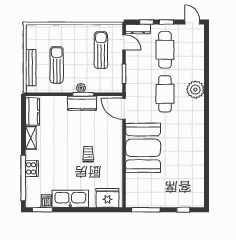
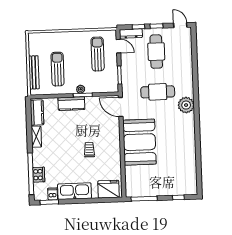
plant: (195, 90) -> (186, 105), moved
cafe table: (165, 94) -> (158, 92), turned 90
kitchen counter: (82, 103) -> (71, 104), moved
cooker: (32, 168) -> (39, 175), moved

